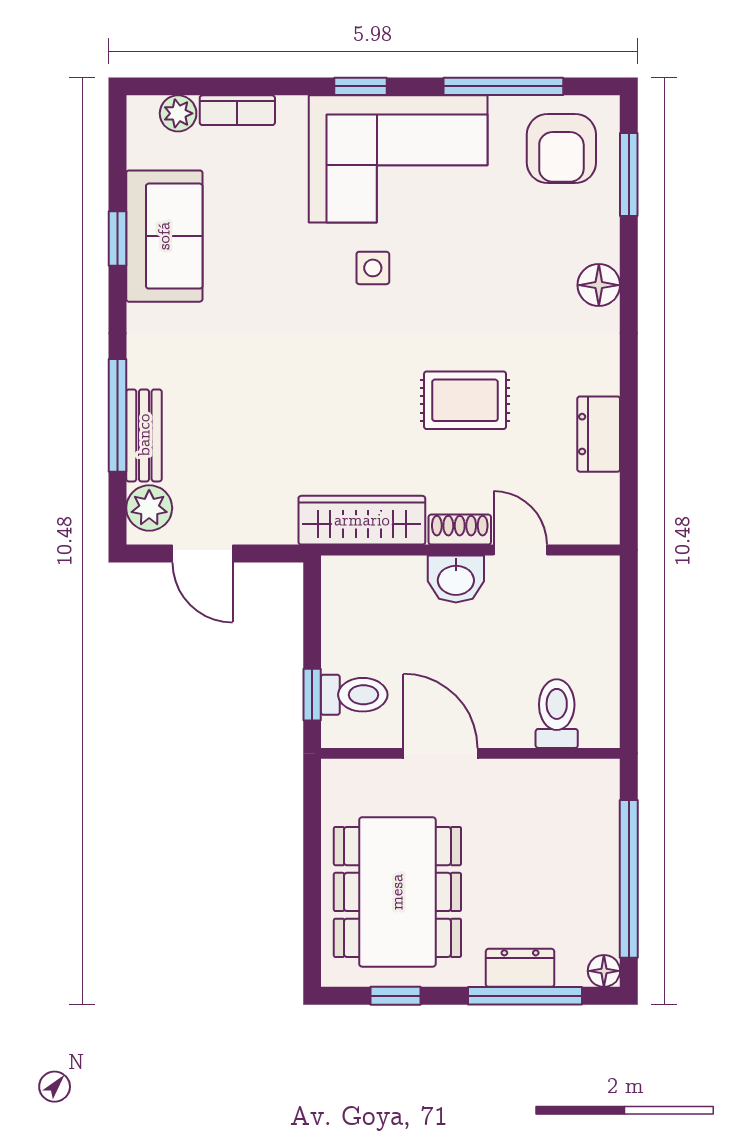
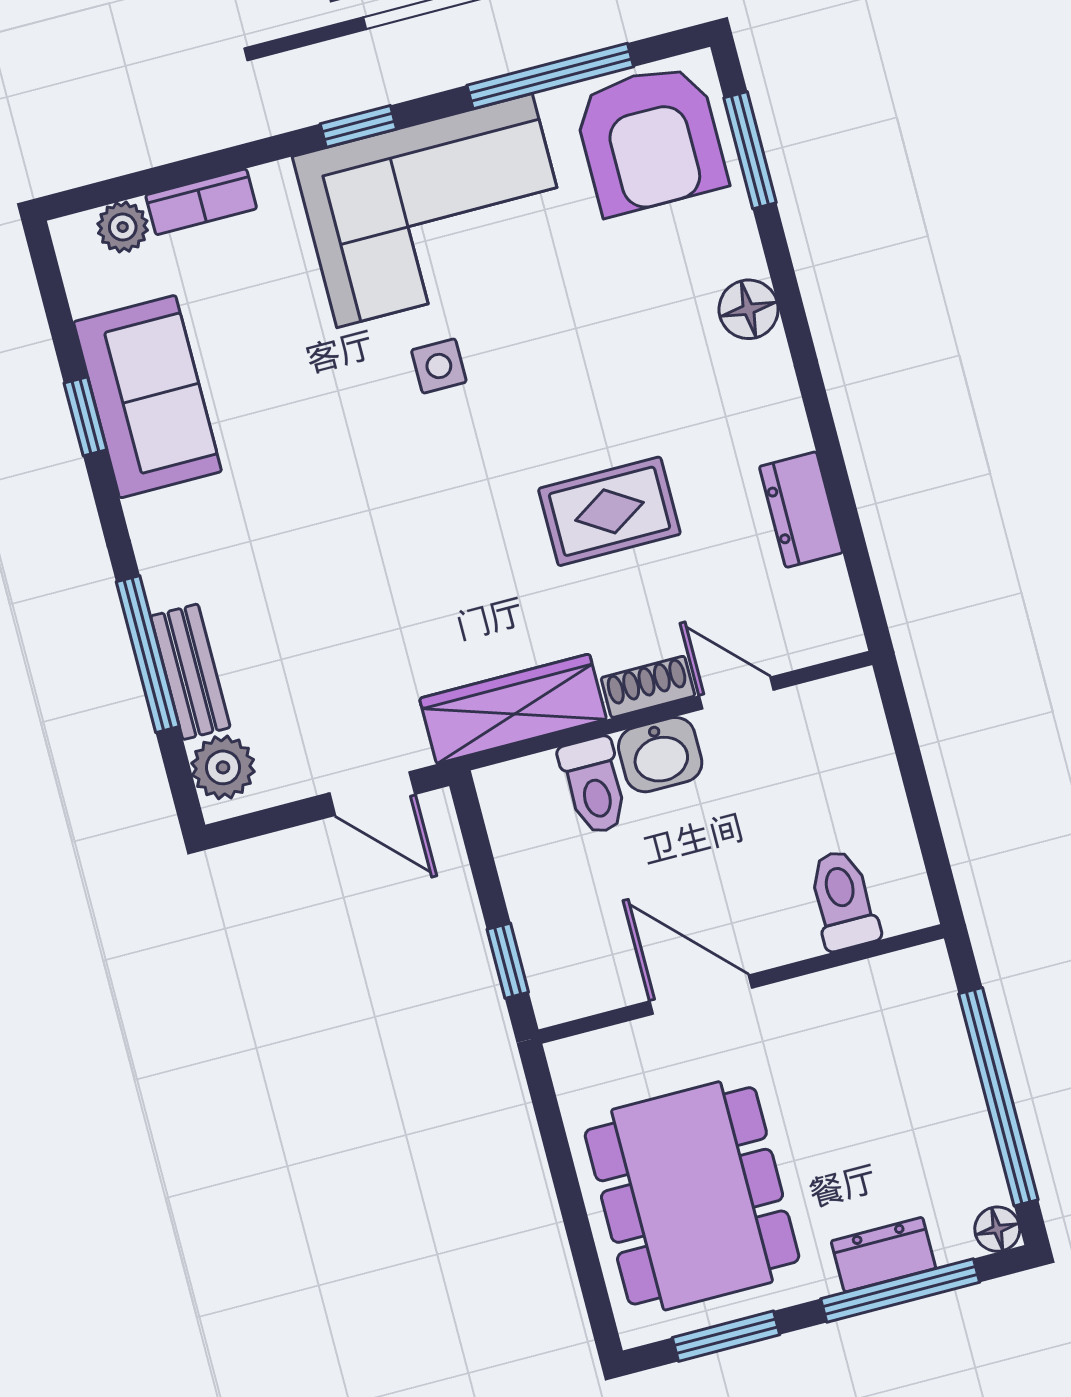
armchair: (561, 149) -> (650, 139), width x1.36, depth x1.36
door: (202, 553) -> (372, 794), moved
toilet: (354, 695) -> (594, 786), moved, turned 90
window: (395, 996) -> (726, 1336), width x1.50

